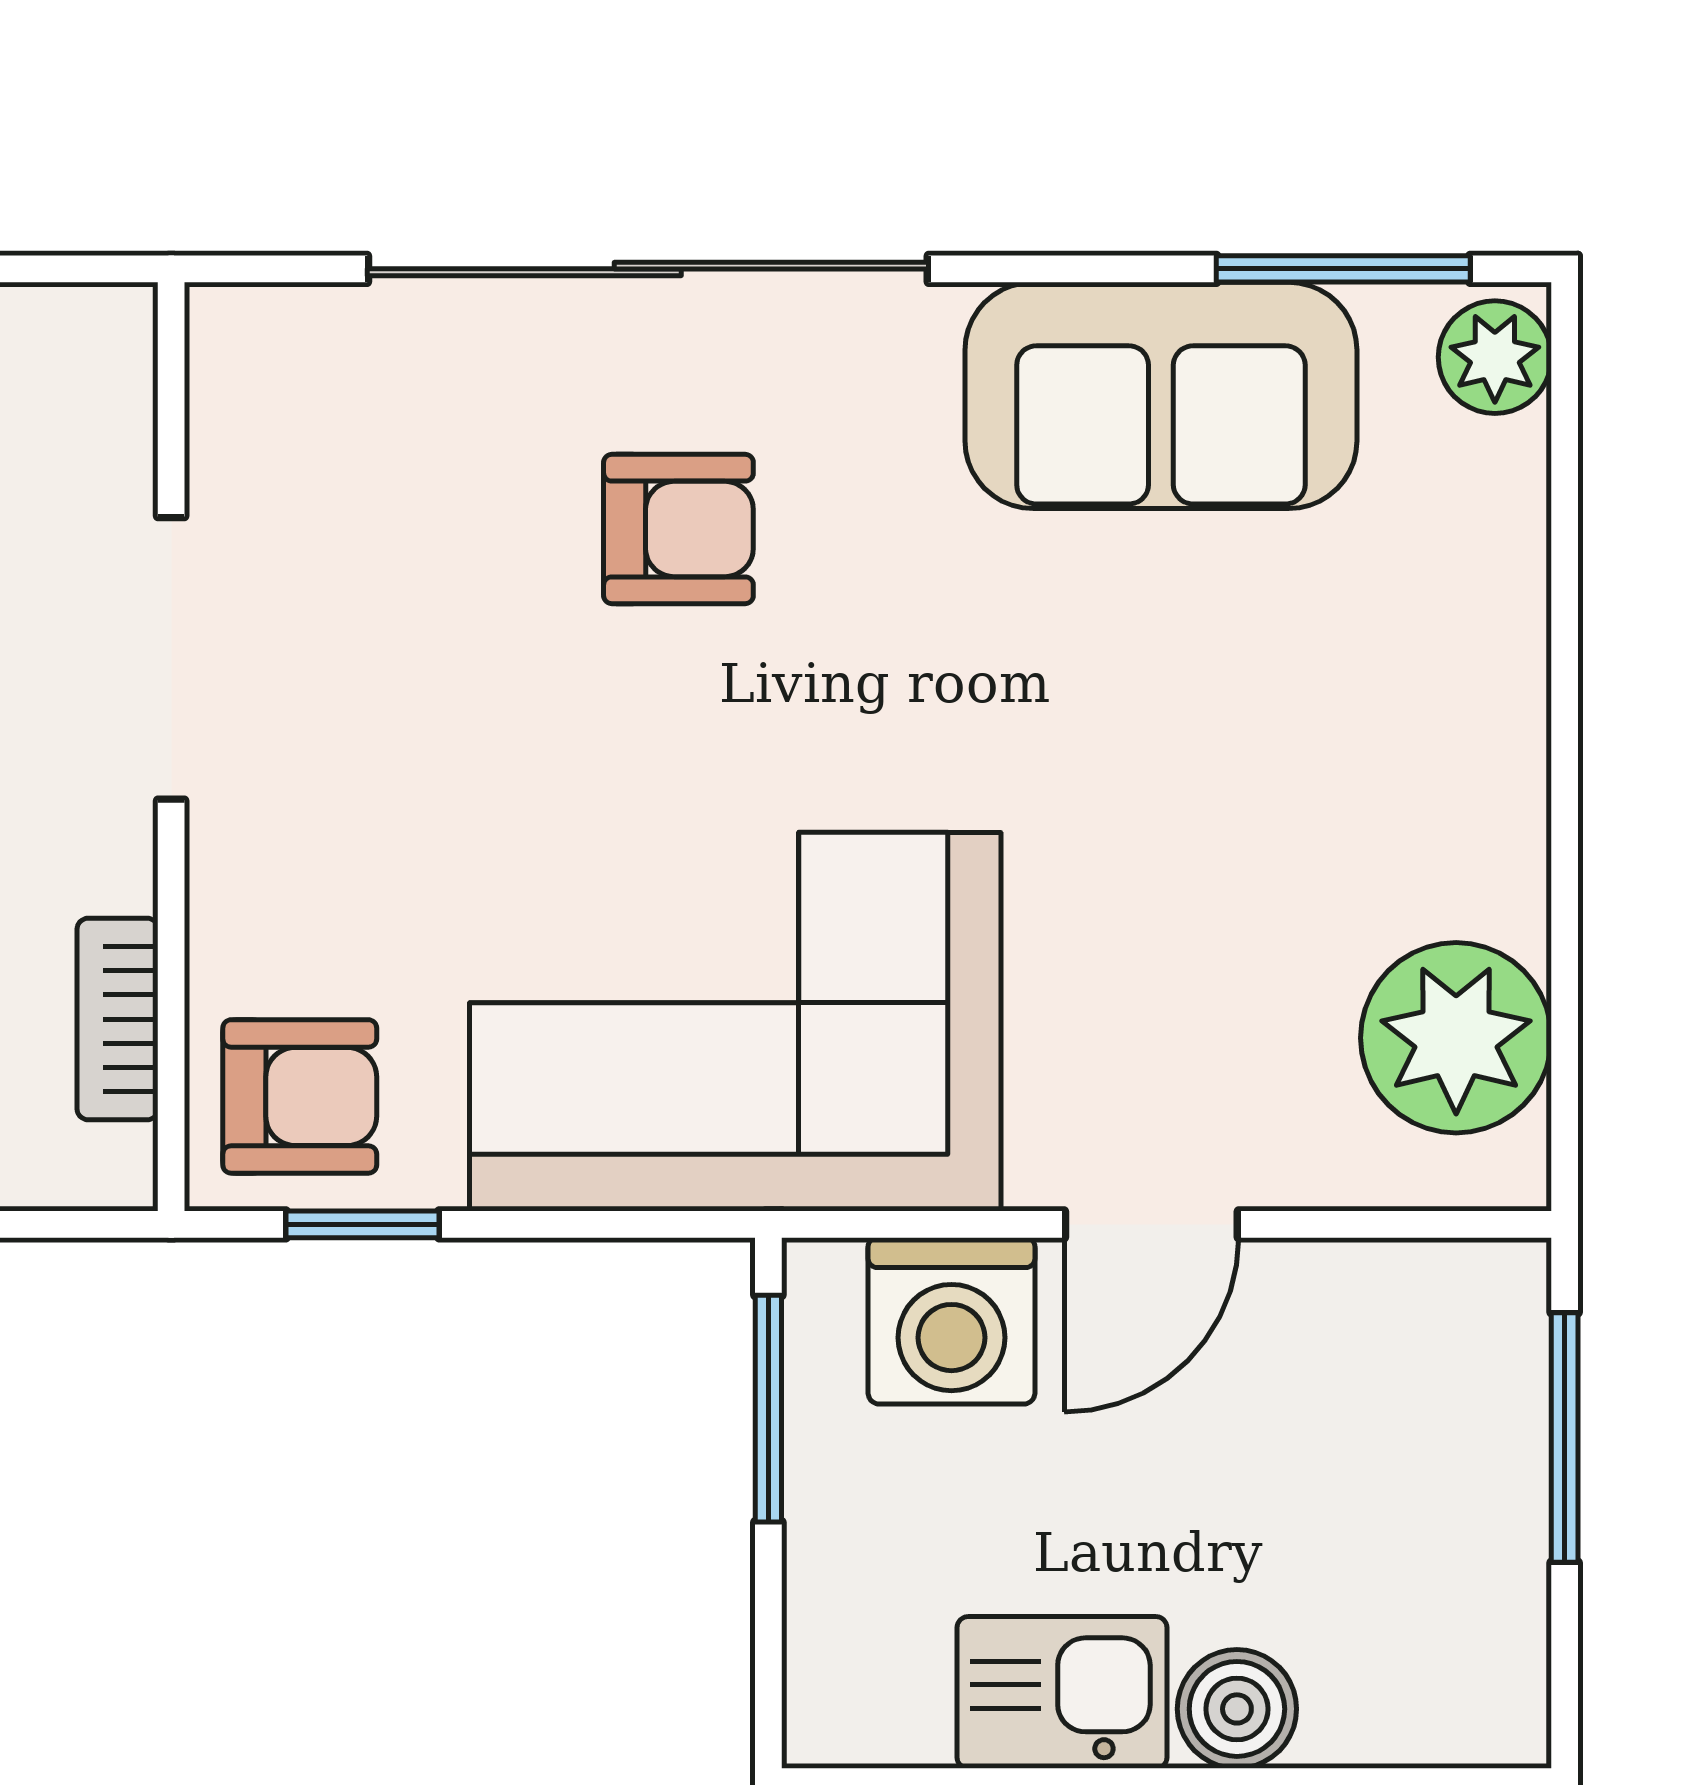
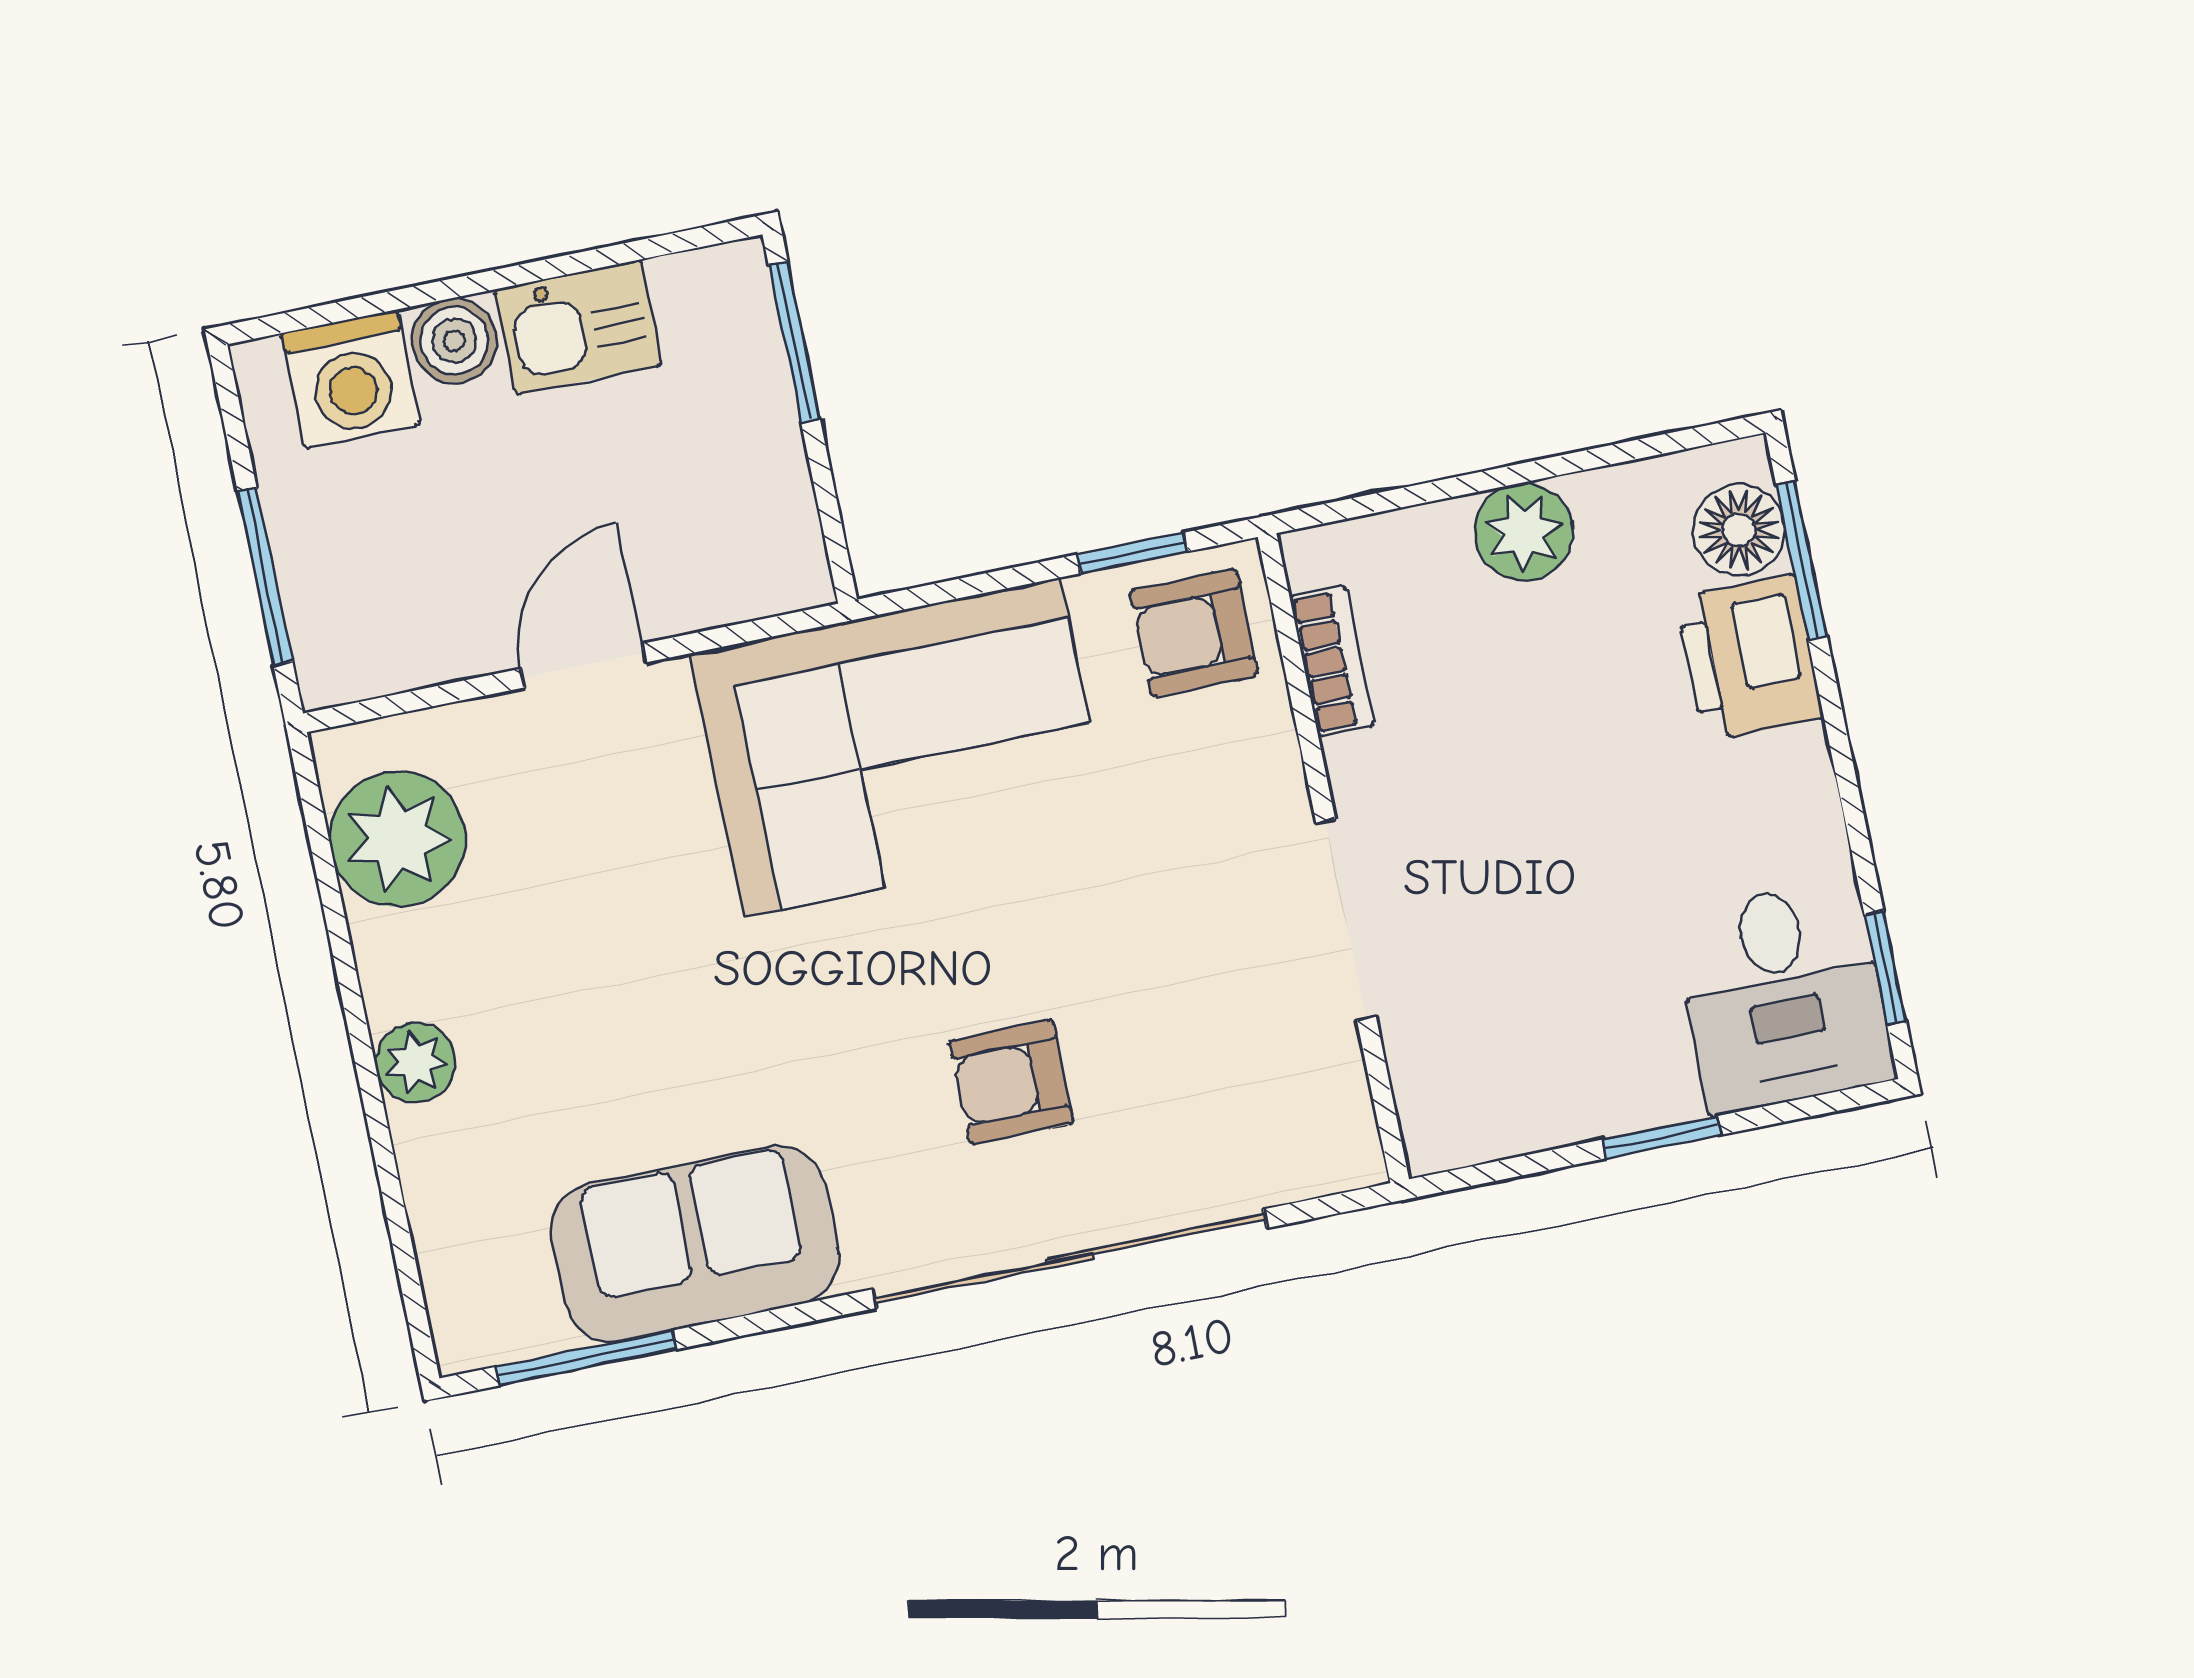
plant: (1495, 357) -> (415, 1063), moved
washing machine: (951, 1321) -> (351, 379), moved, turned 180
window: (768, 1409) -> (794, 342), moved

